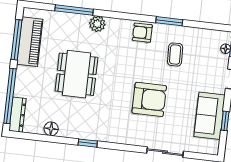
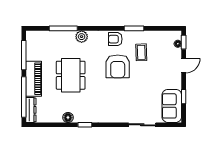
piano: (30, 42) -> (34, 79), moved
armchair: (149, 99) -> (118, 66), moved, turned 90
sofa: (210, 116) -> (172, 106), moved
floor lamp: (51, 129) -> (68, 117), moved

